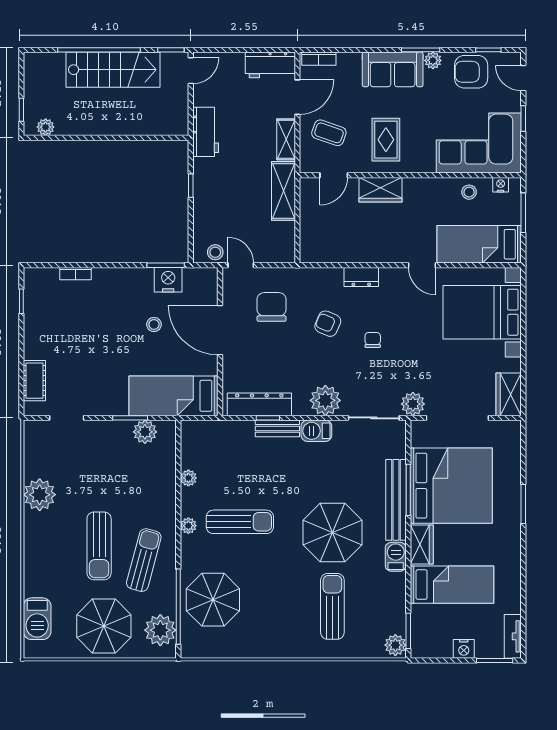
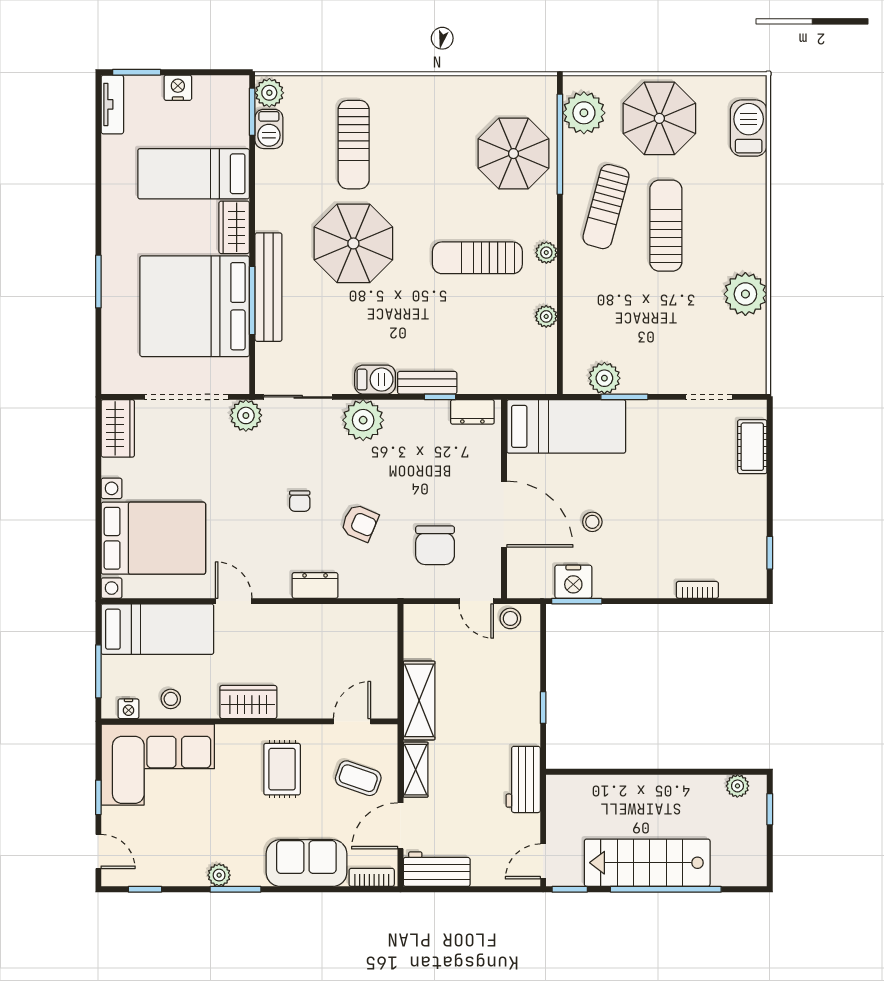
sofa: (393, 69) -> (306, 863), moved
armchair: (471, 72) -> (168, 860), removed
wardrobe: (380, 190) -> (248, 702), moved
dresser: (259, 404) -> (472, 412), width x0.51, depth x0.80
barbecue: (396, 557) -> (269, 129), moved

